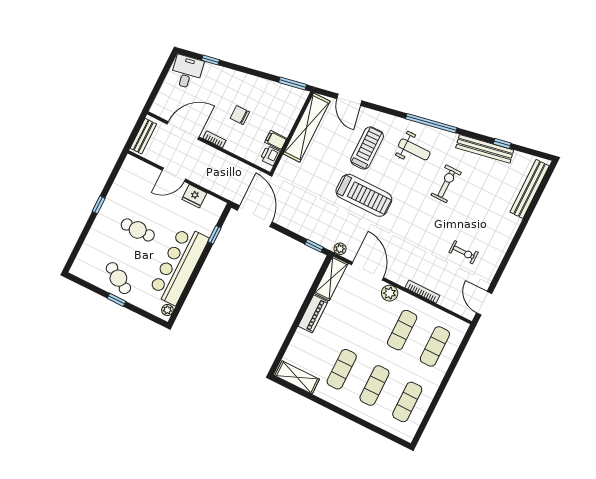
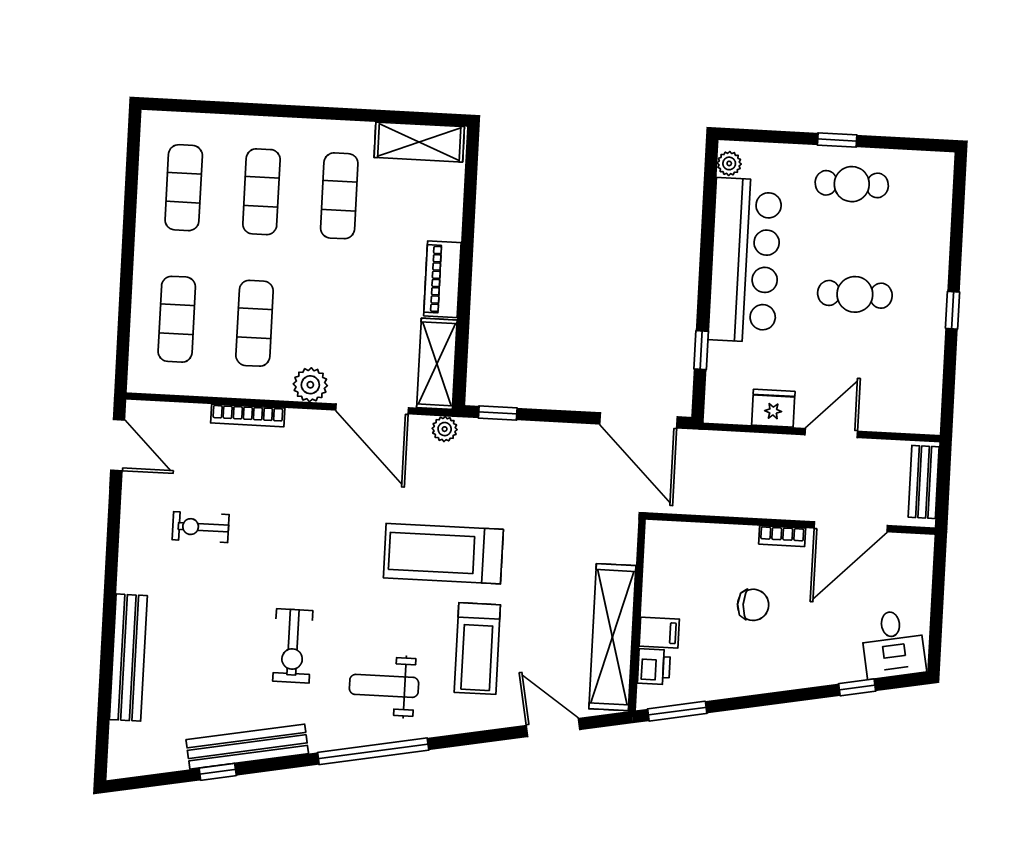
filing cabinet: (276, 140) -> (659, 633), moved
printer: (270, 156) -> (654, 667), moved
bench: (530, 189) -> (128, 658), moved
cafe table: (118, 278) -> (852, 184), turned -31

